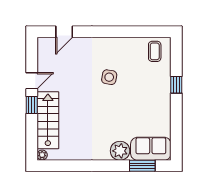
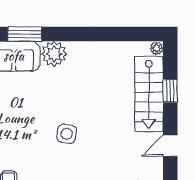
side table: (109, 77) -> (67, 134), moved
window: (32, 105) -> (170, 91), moved

